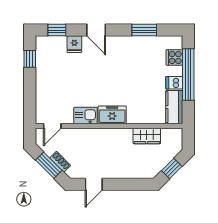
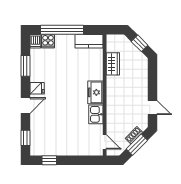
fridge: (74, 44) -> (37, 88), moved
dishwasher: (174, 83) -> (35, 41), moved

